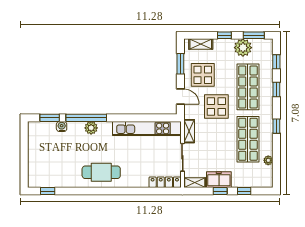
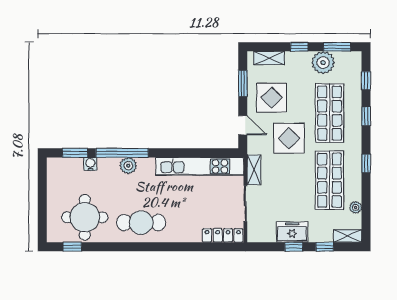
round table: (57, 168) -> (85, 217), added
shelving: (195, 183) -> (348, 236), moved

